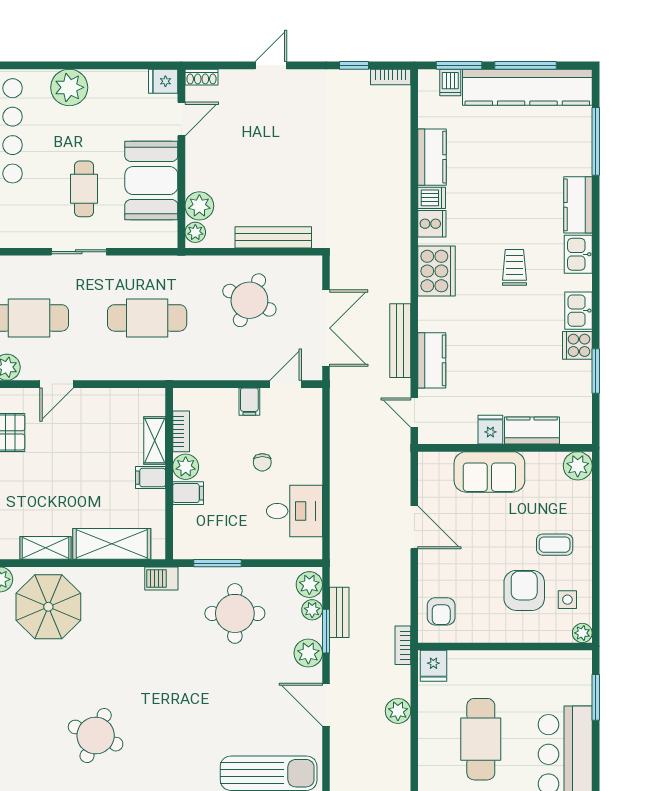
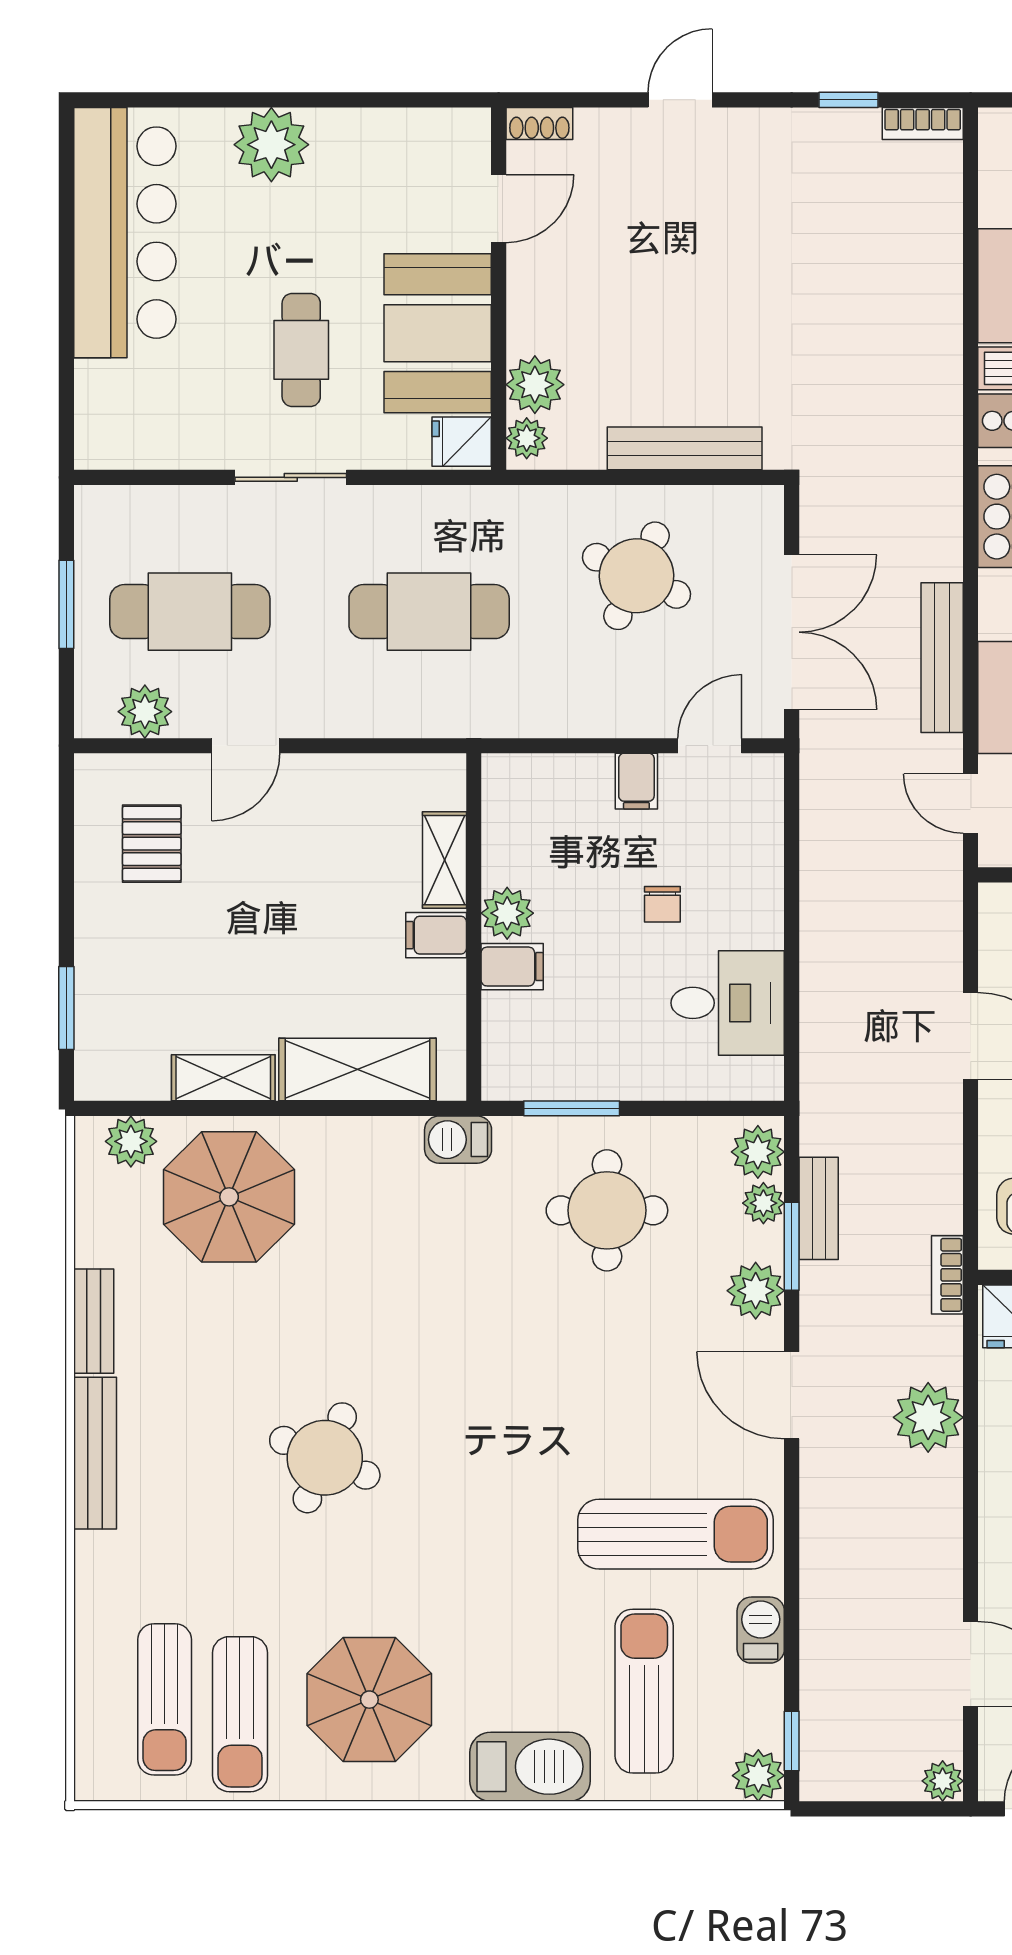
fridge: (163, 81) -> (462, 442), moved
bookcase: (181, 431) -> (498, 842), removed
plant: (398, 711) -> (928, 1417), width x1.36, depth x1.36

